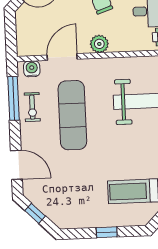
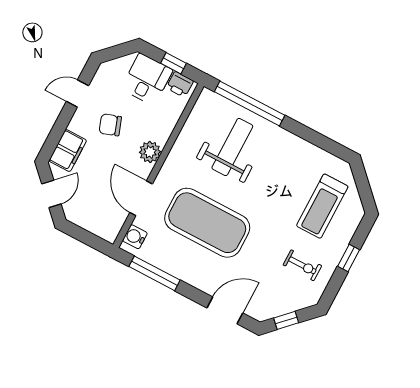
exercise bike: (32, 107) -> (302, 265), moved
exercise mat: (72, 115) -> (207, 223), width x1.47

